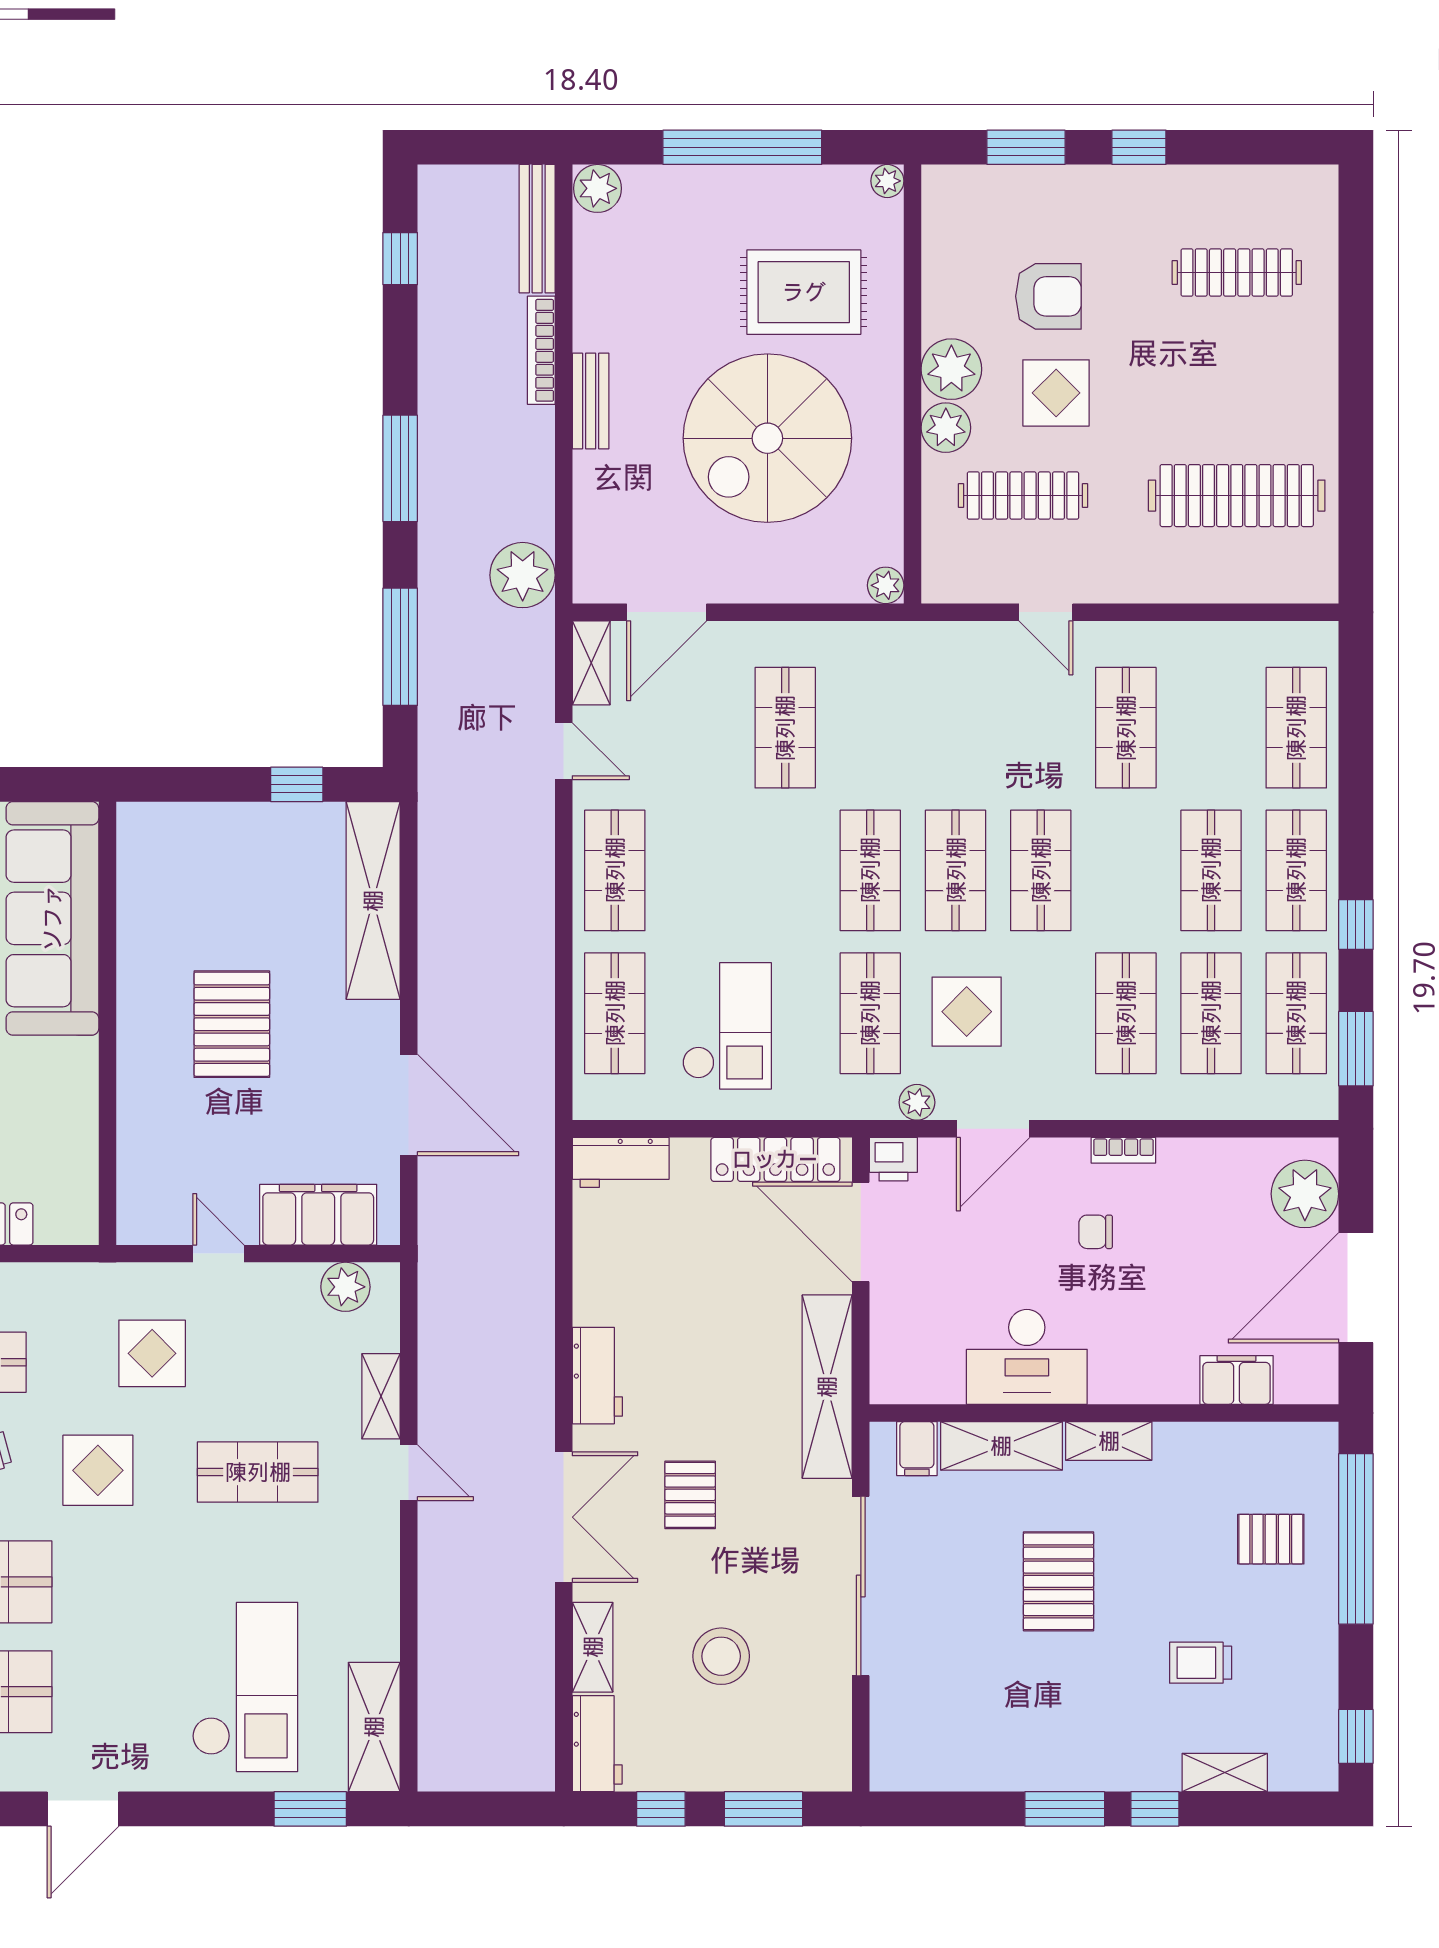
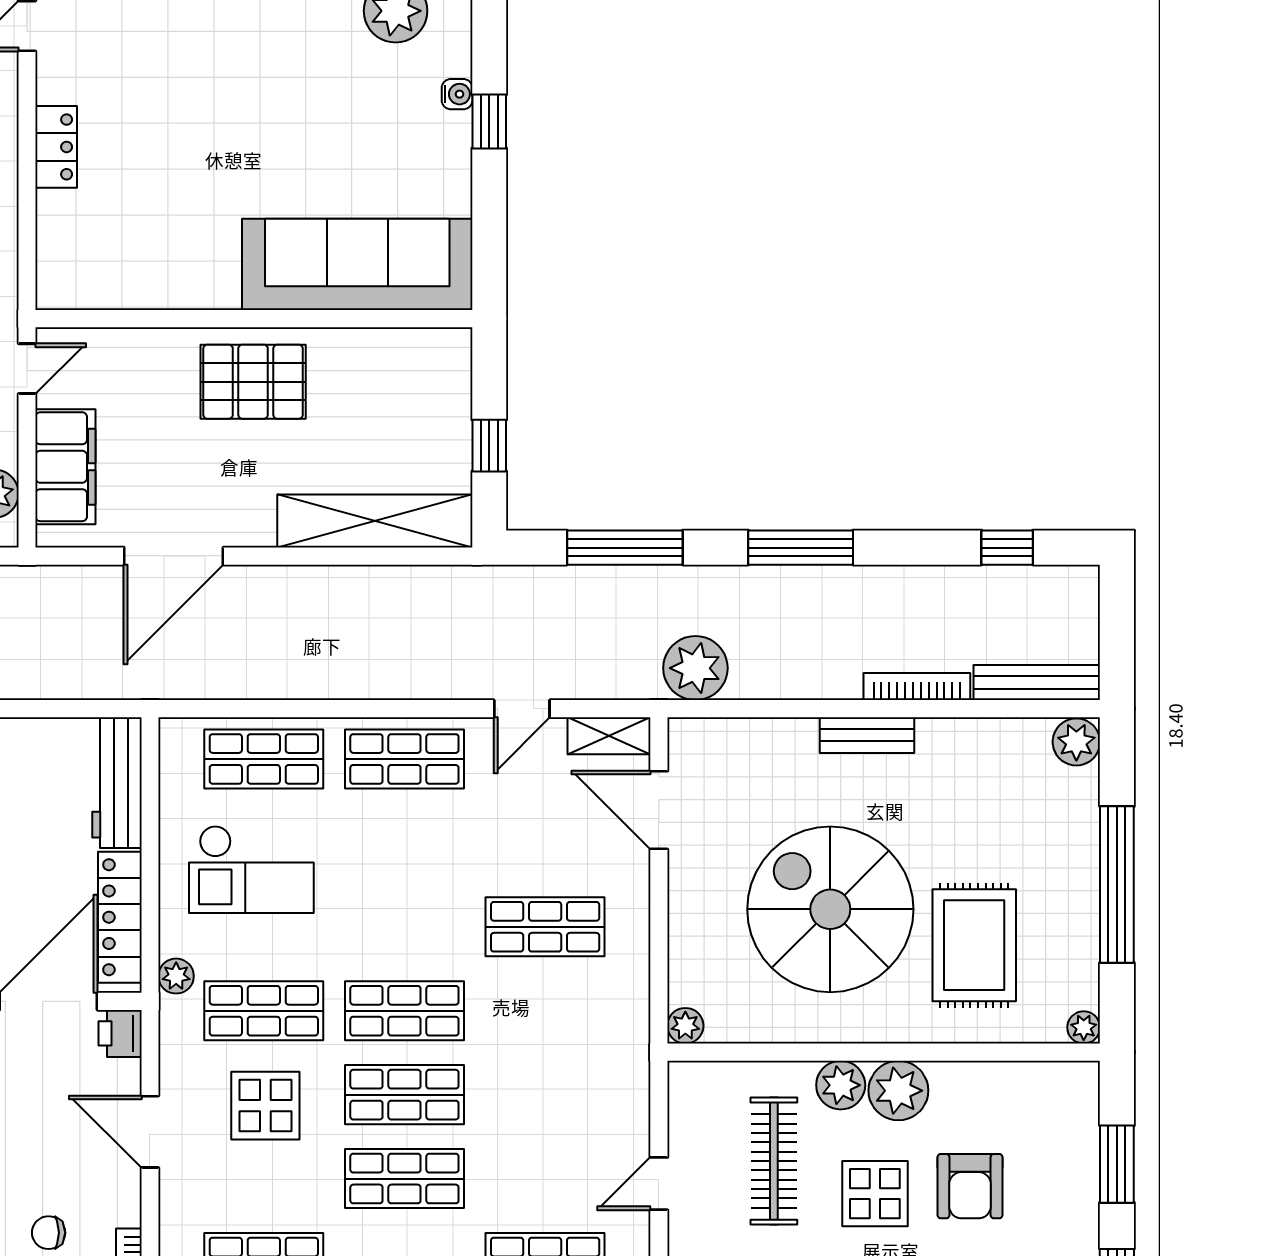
sofa: (52, 918) -> (357, 264), moved
wall: (107, 1023) -> (254, 319), moved
plant: (917, 1102) -> (176, 976), moved
workbench: (621, 1162) -> (117, 783), width x1.37
chair: (1096, 1232) -> (49, 1233), turned -90

